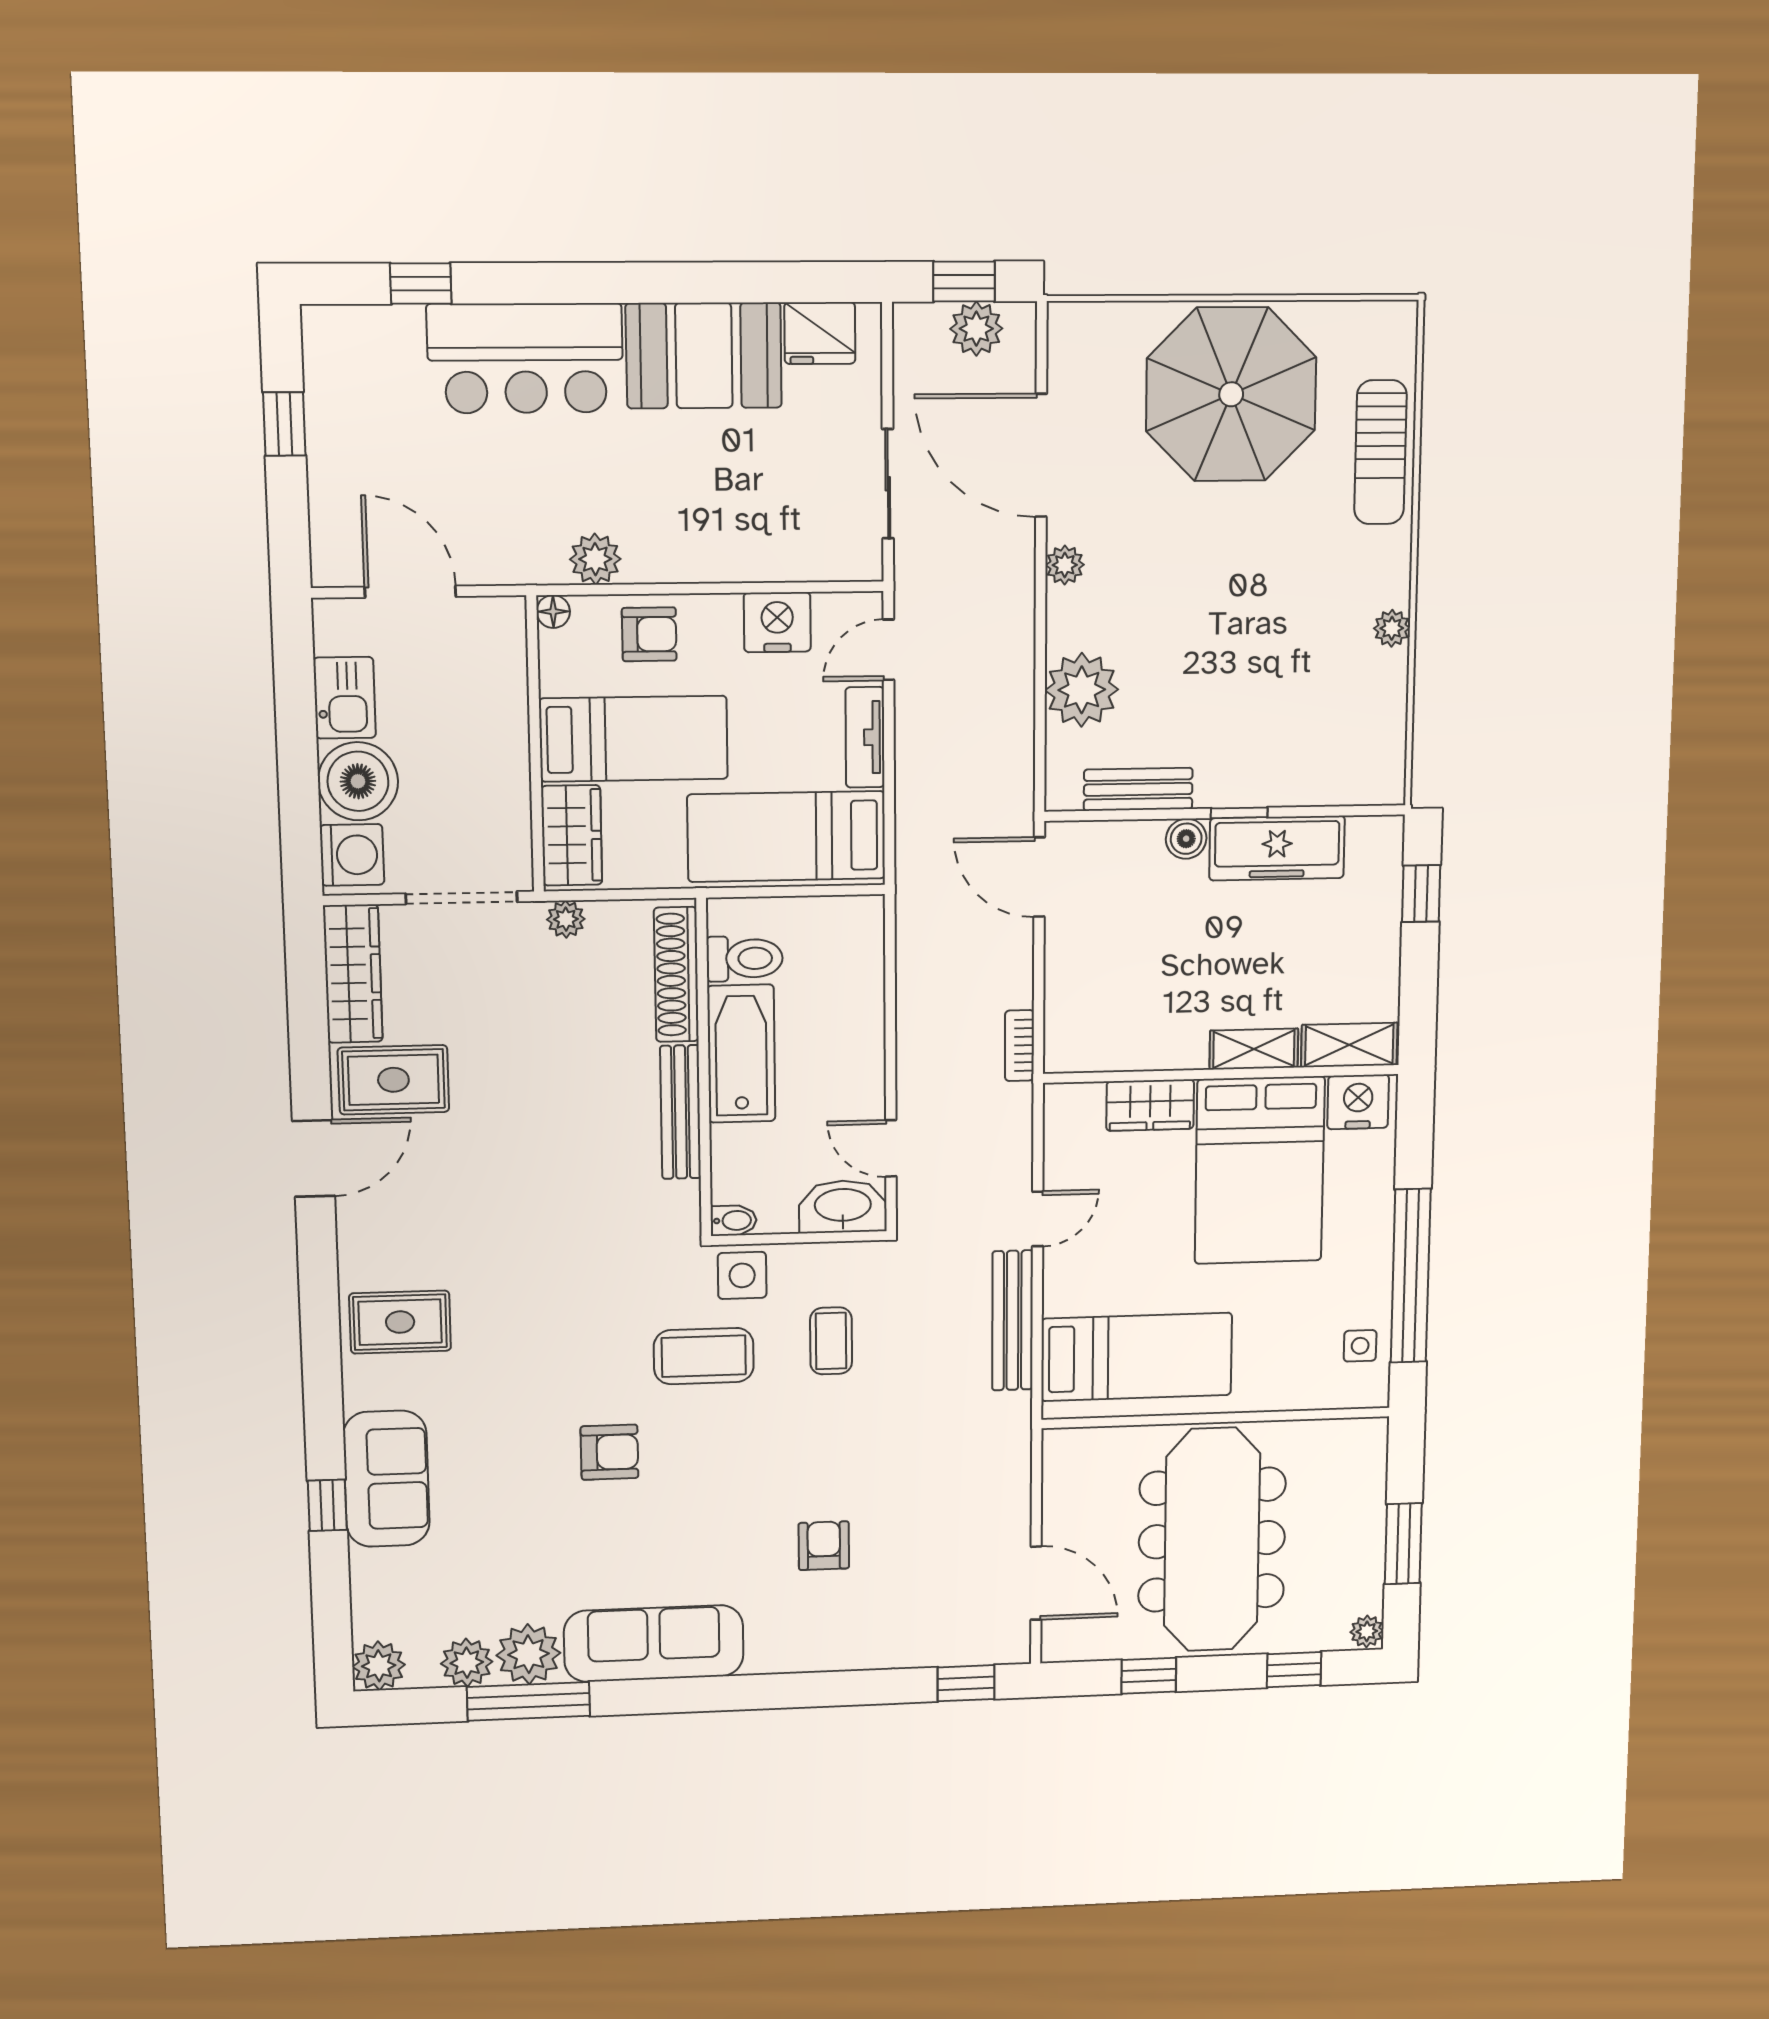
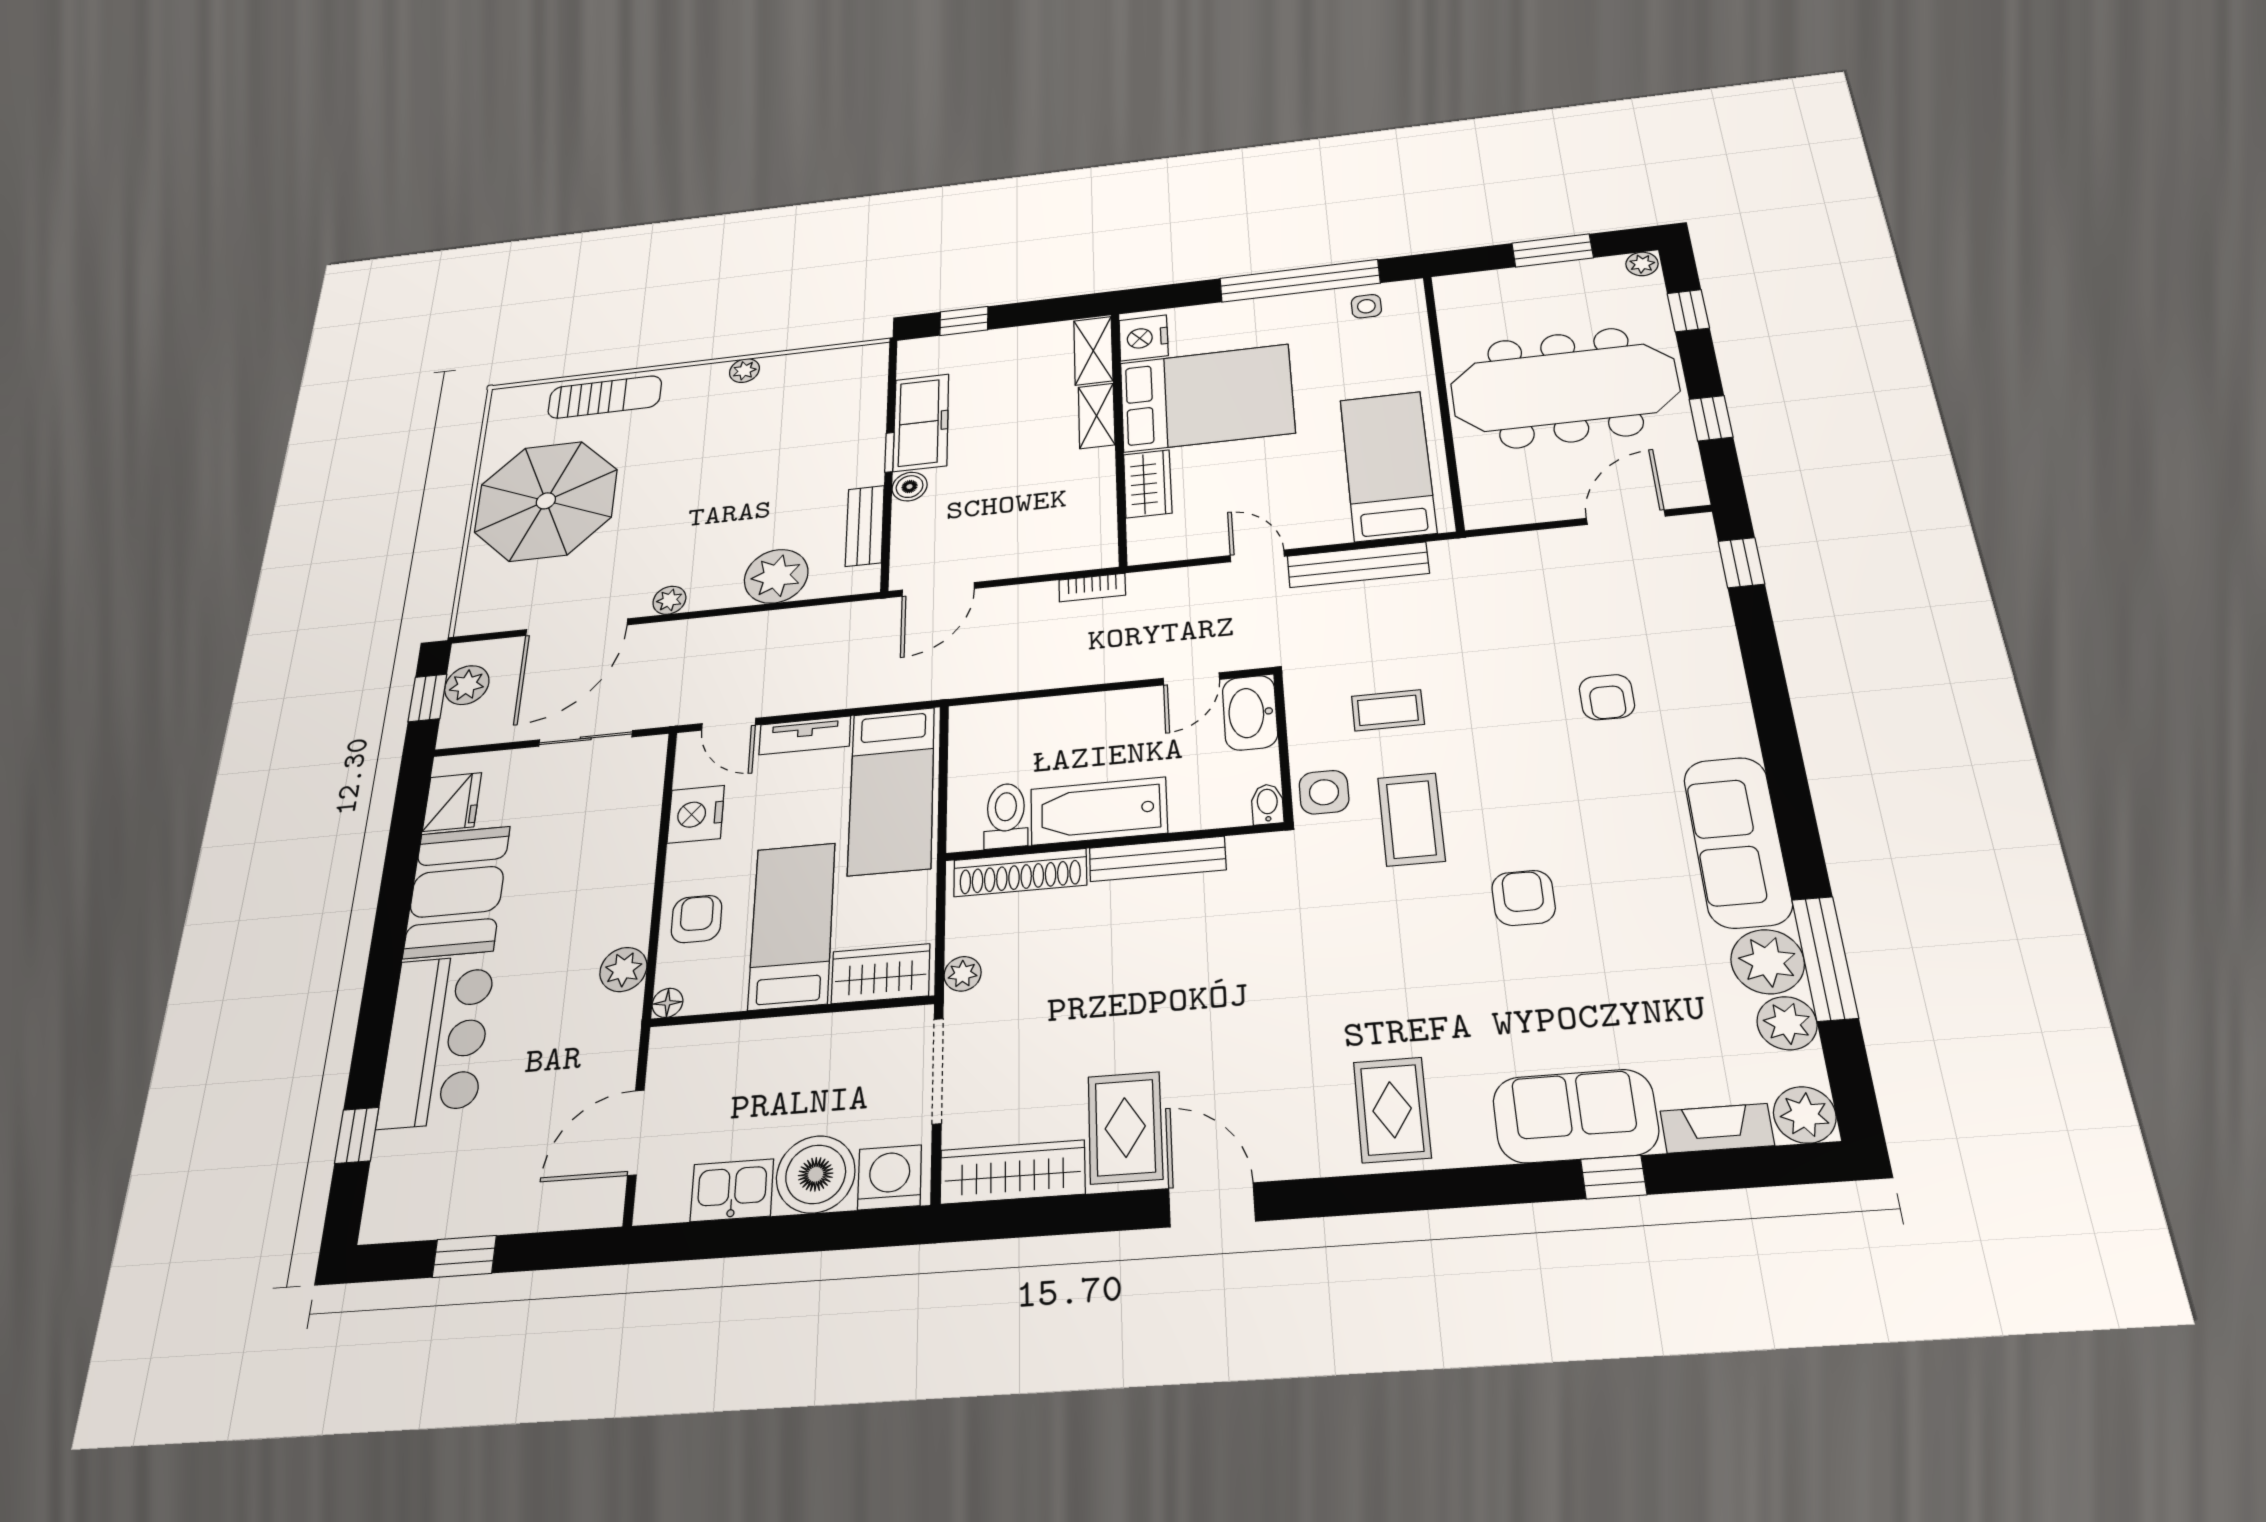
armchair: (824, 1546) -> (1607, 697), turned -90
fireplace: (369, 1594) -> (1717, 1128), added

